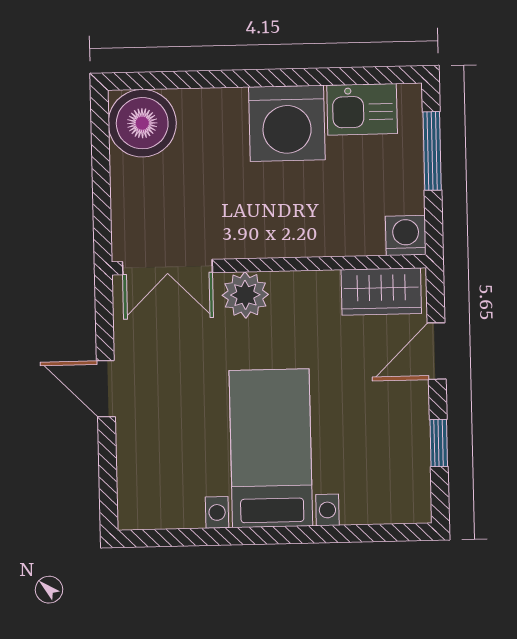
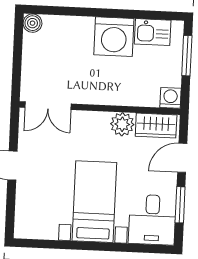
boiler: (142, 123) -> (32, 23), width x0.54, depth x0.54
plant: (245, 295) -> (122, 124), moved
window: (439, 443) -> (180, 205), width x1.50
desk: (386, 476) -> (152, 220), added

